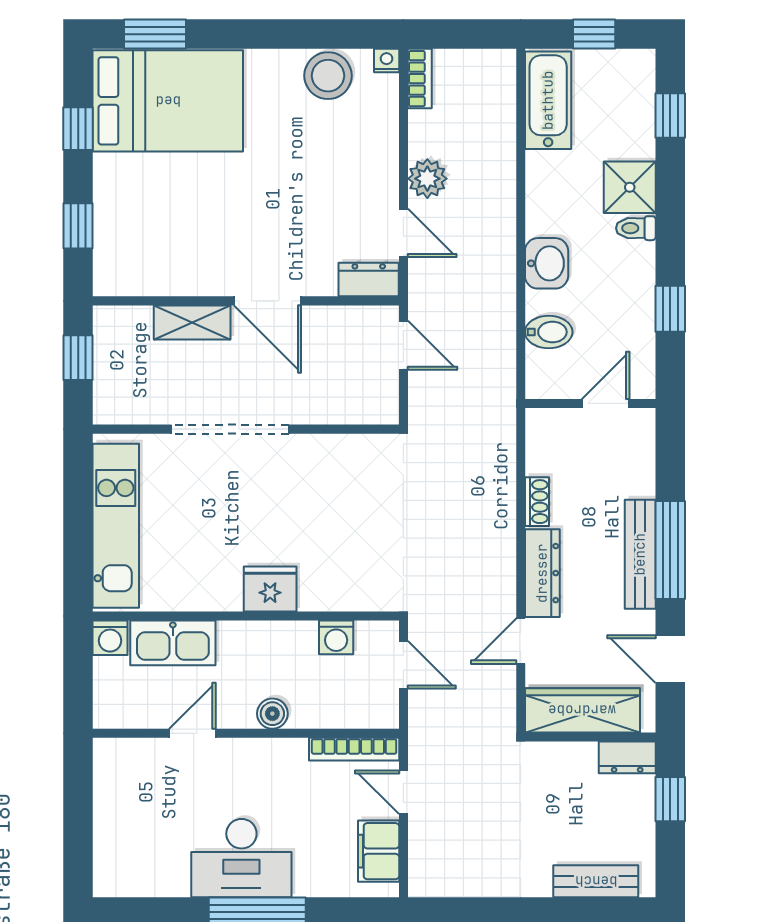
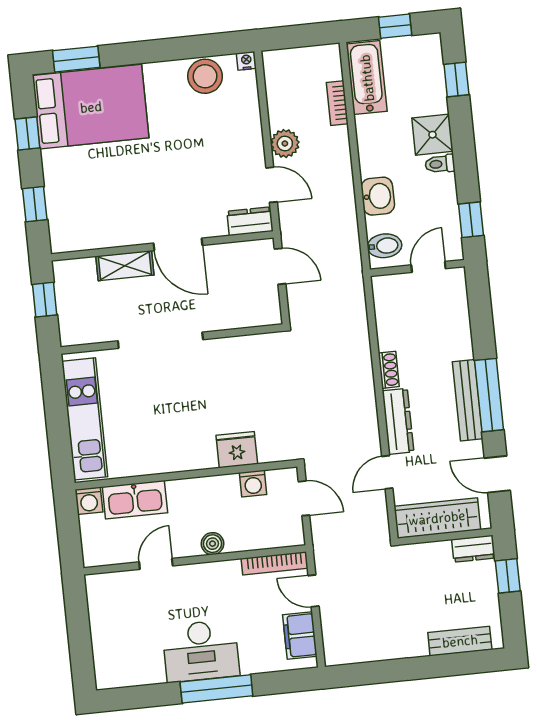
bookcase: (420, 79) -> (337, 103), moved, turned 180
wall: (590, 403) -> (417, 268), moved
door: (606, 403) -> (428, 267), moved
fridge: (270, 589) -> (237, 450), moved

